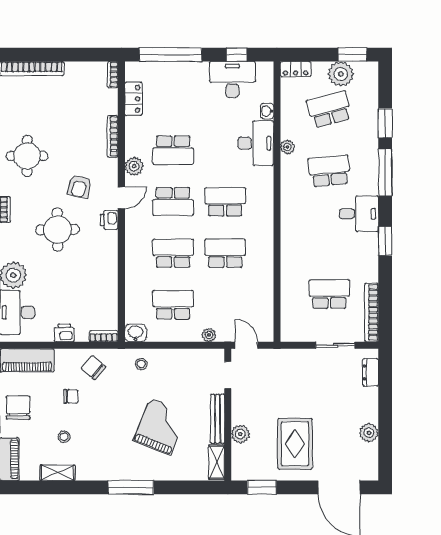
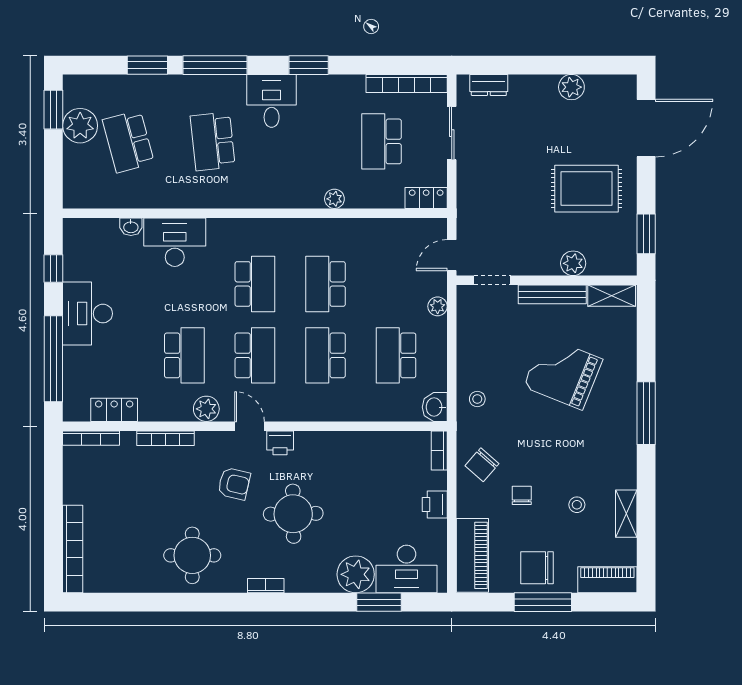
locker: (296, 69) -> (426, 198), moved, turned -90
bookcase: (113, 75) -> (91, 438), width x1.56
desk: (232, 79) -> (88, 314), moved
plant: (287, 147) -> (334, 199), moved
school desk: (225, 202) -> (255, 284), turned 180

